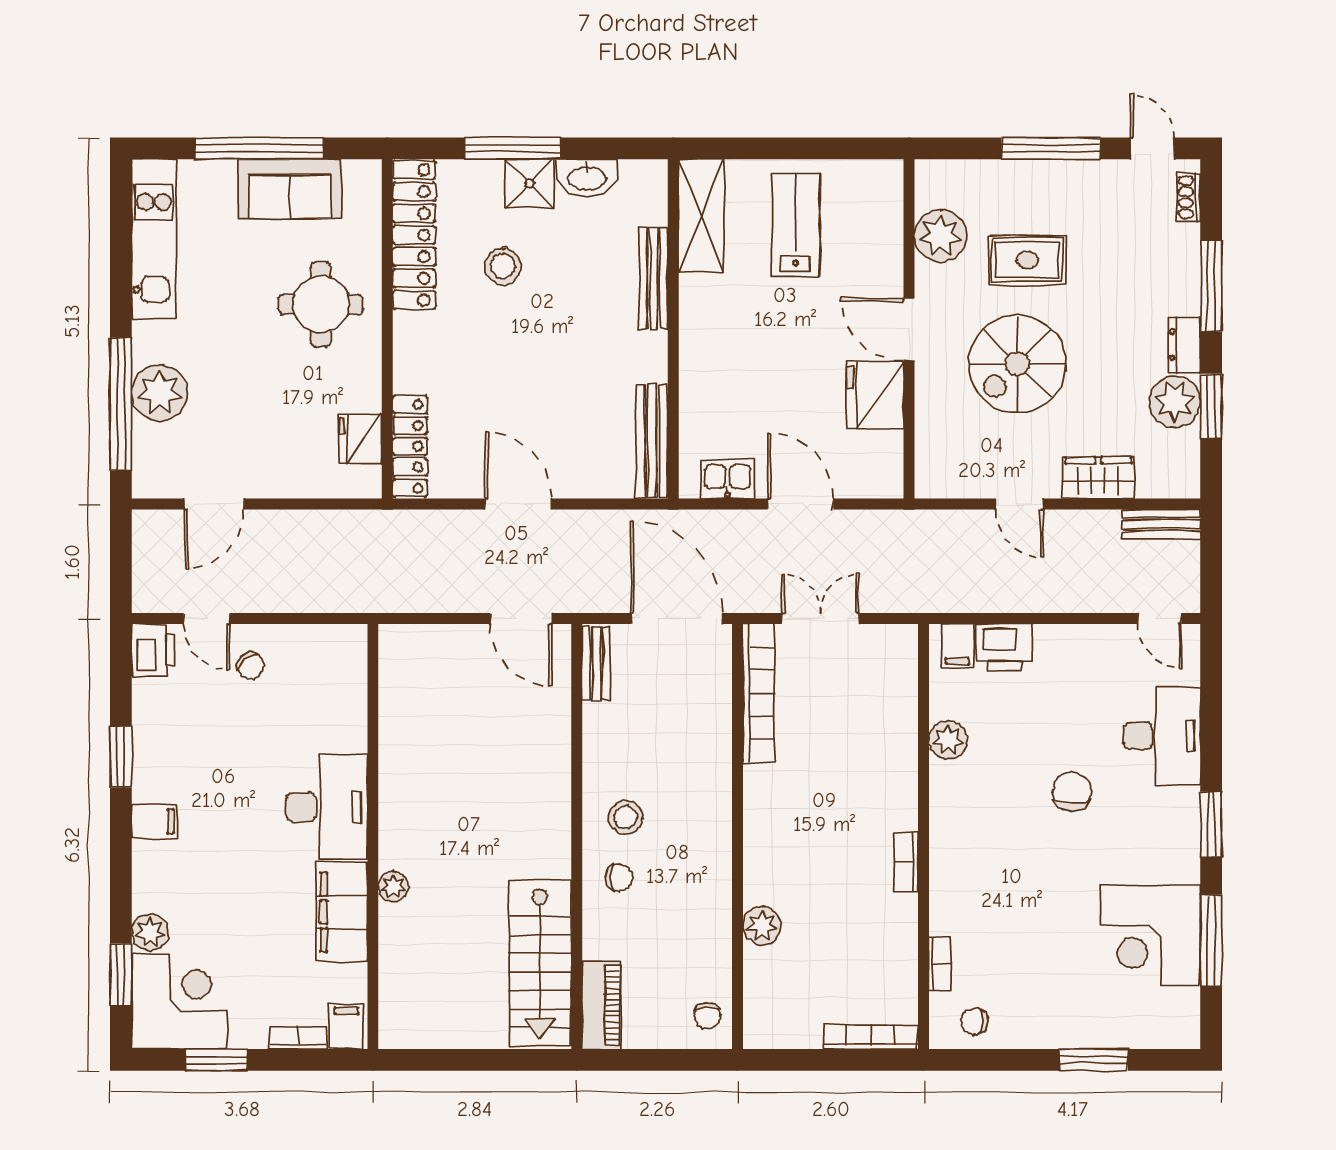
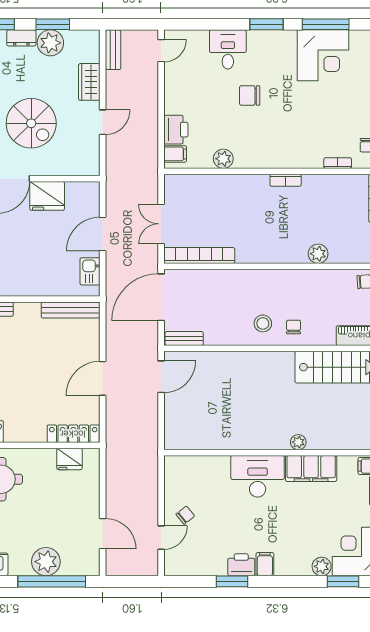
printer: (153, 650) -> (241, 565), moved
desk: (1162, 736) -> (228, 49), width x0.73

